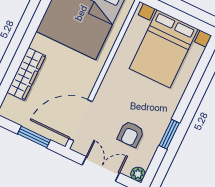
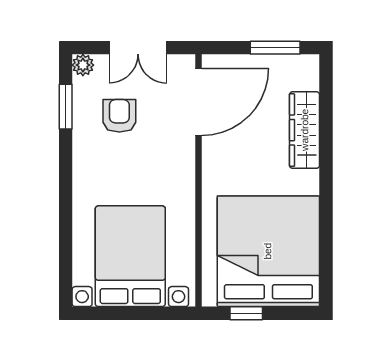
window: (169, 134) -> (66, 107), moved
window: (34, 137) -> (275, 48), moved

